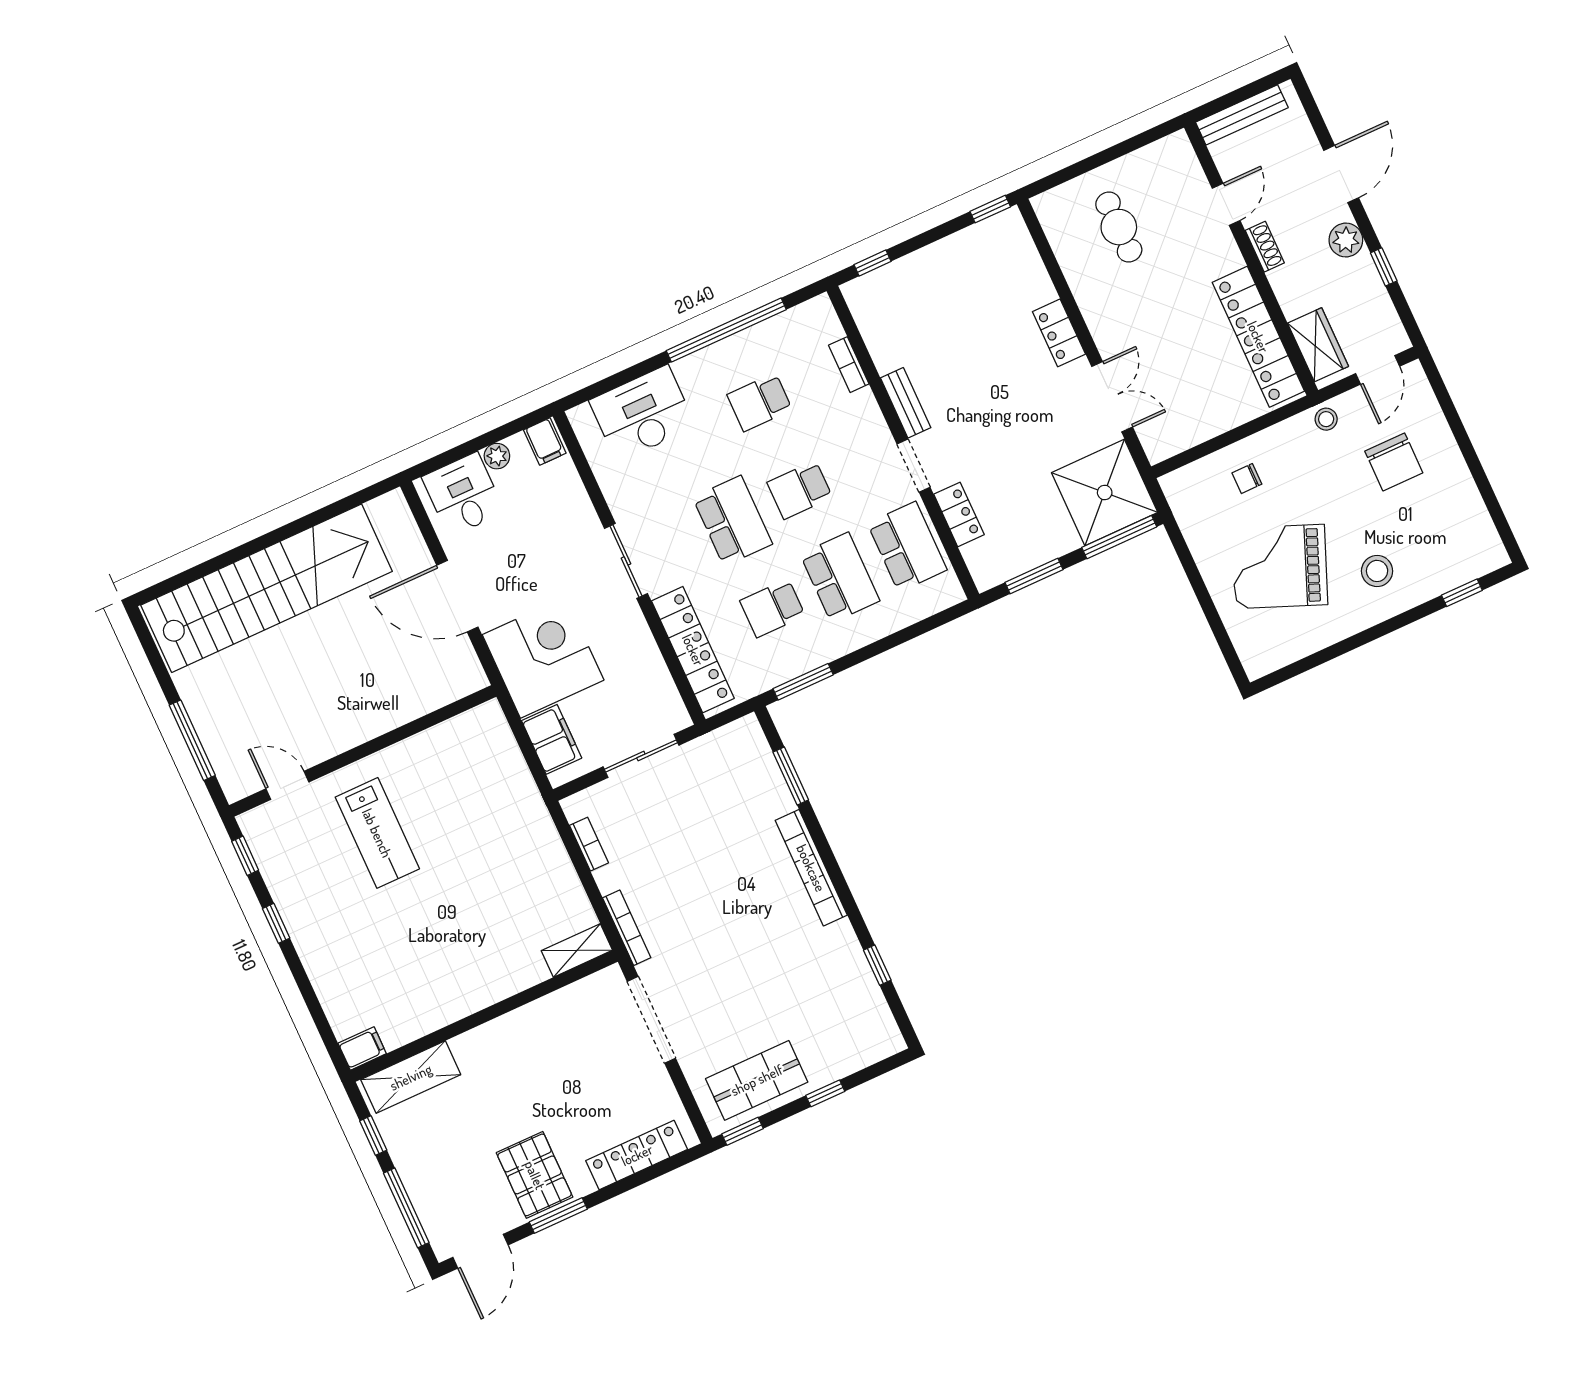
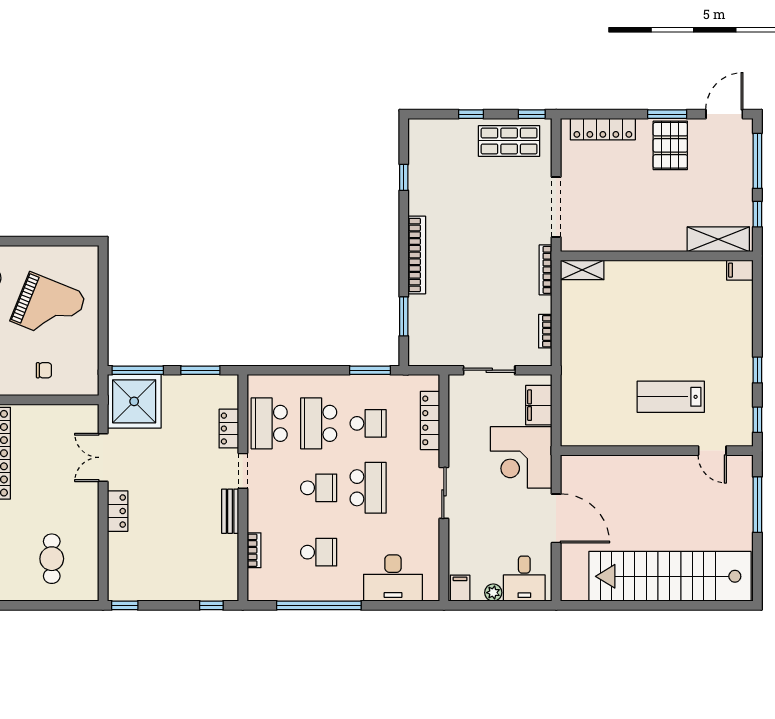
school desk: (732, 521) -> (368, 488), turned 180
locker: (693, 650) -> (430, 420), width x0.71, depth x0.83
lab bench: (377, 833) -> (671, 397), turned -90

